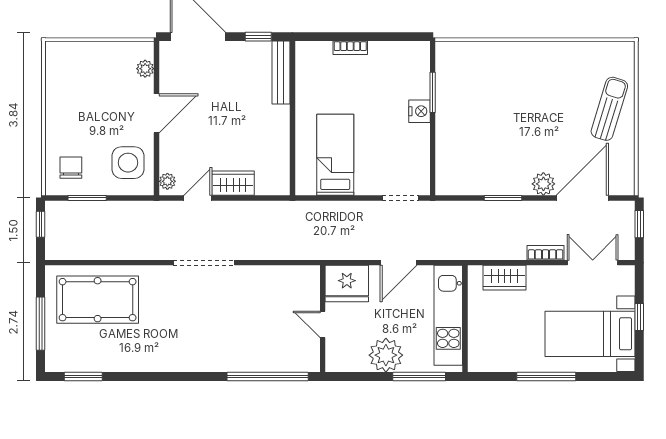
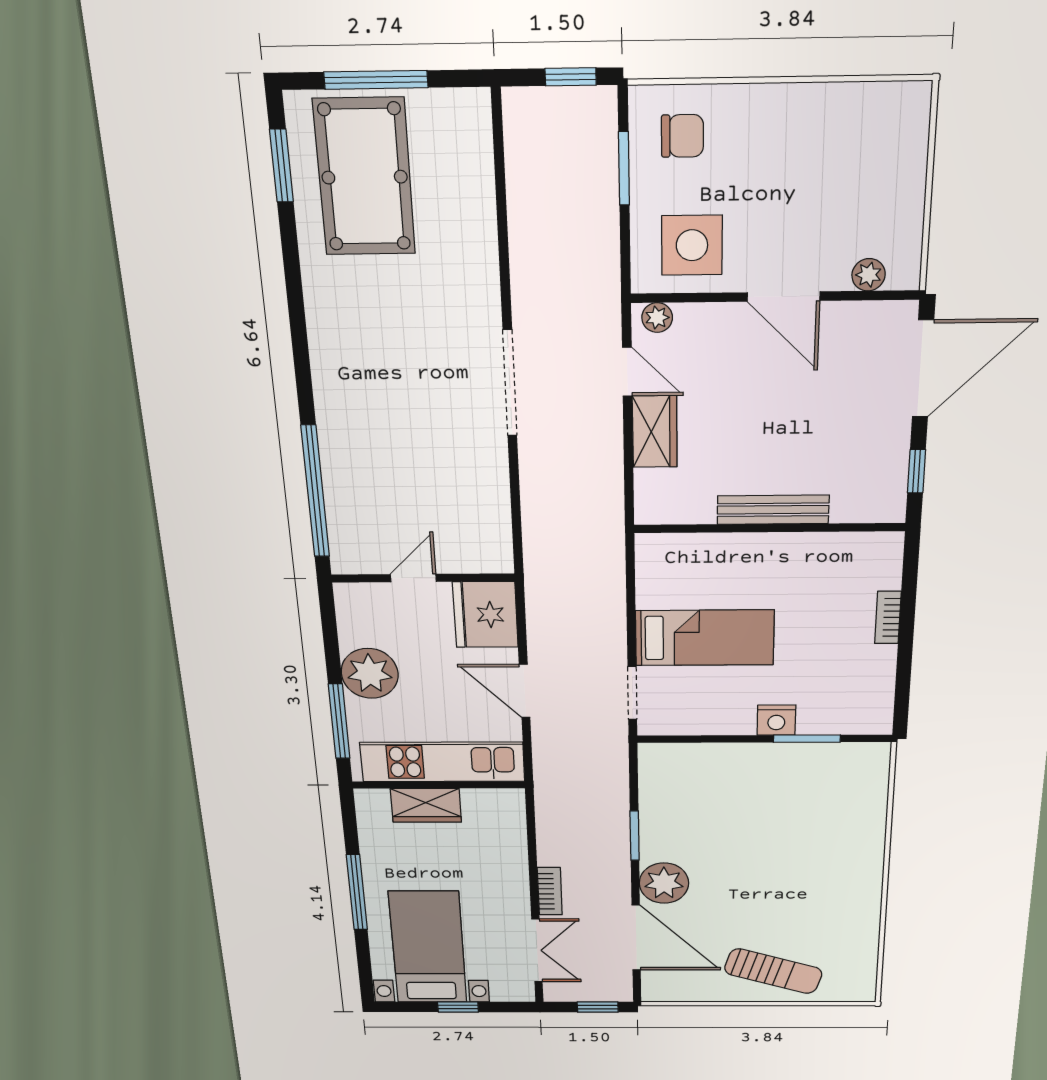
bench: (281, 72) -> (773, 510), moved
bed: (335, 155) -> (705, 638), moved
plant: (543, 184) -> (664, 883), width x1.36, depth x1.36
wardrobe: (504, 278) -> (426, 805), moved, turned -90
pool table: (98, 300) -> (365, 177), moved

